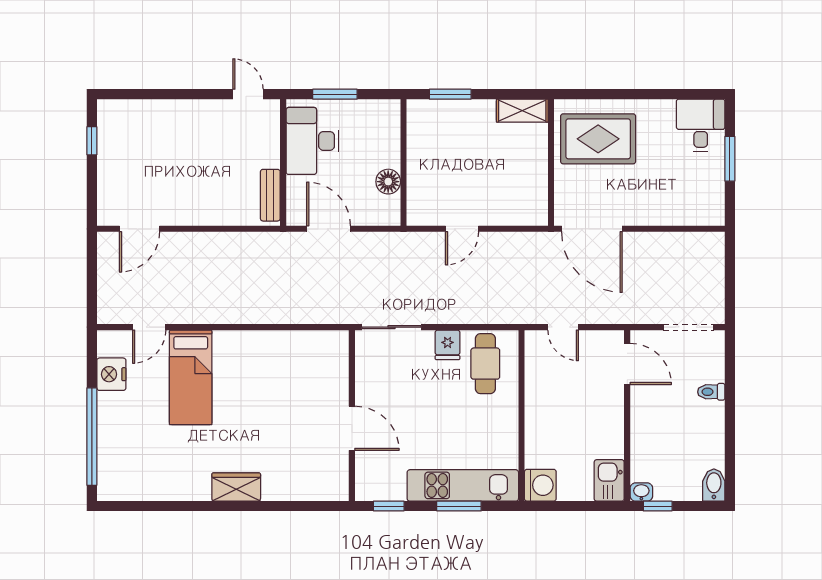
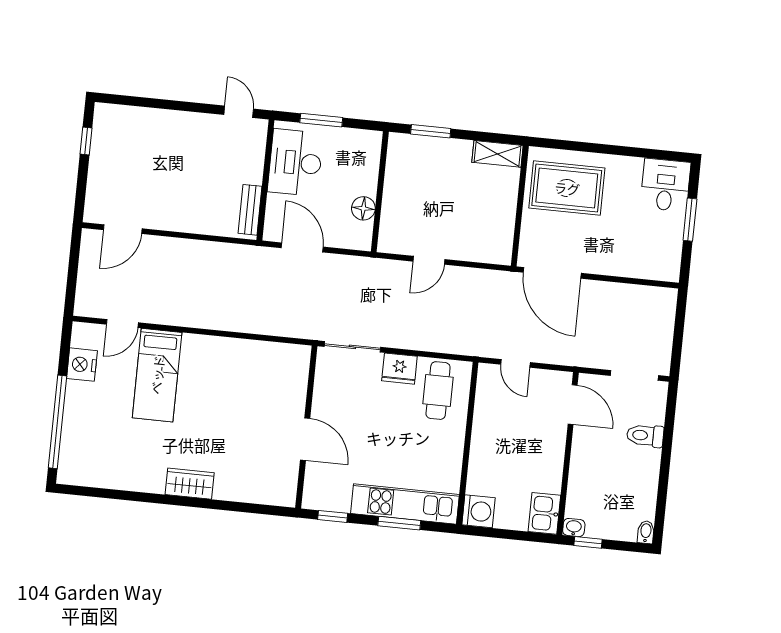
fridge: (448, 345) -> (399, 369), width x1.38
toilet: (711, 392) -> (645, 436), width x1.37, depth x1.39
bidet: (714, 485) -> (646, 532), width x0.72, depth x0.74

